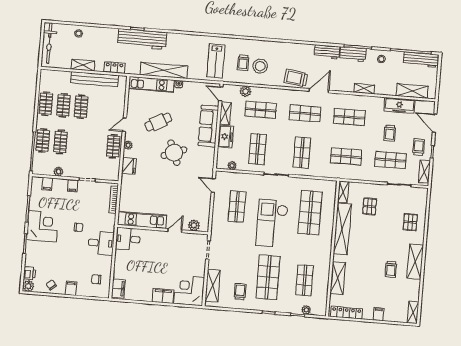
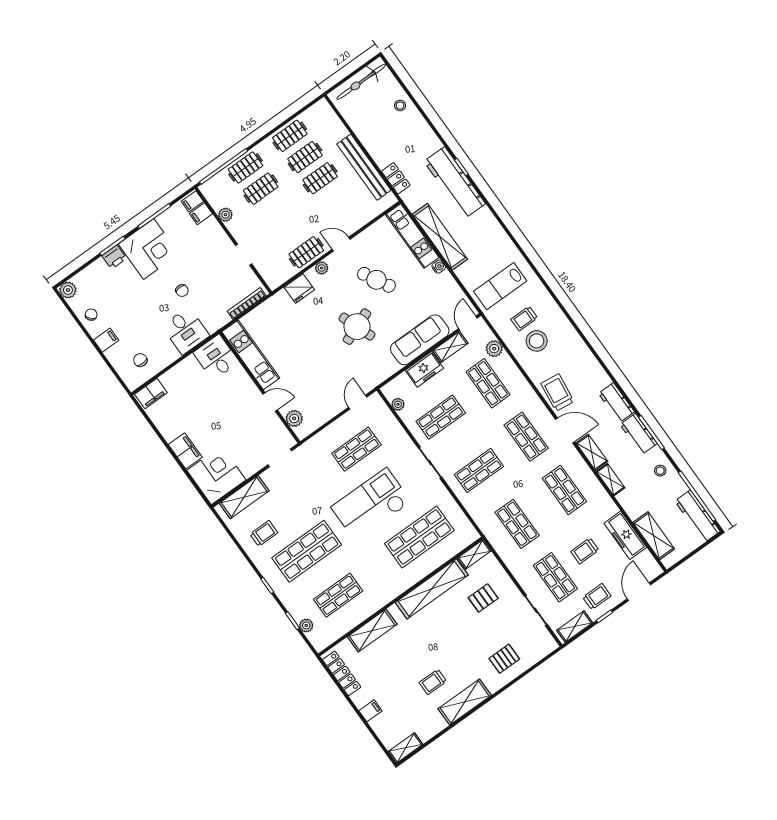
shelving: (83, 65) -> (592, 452), moved
filing cabinet: (73, 186) -> (192, 201), moved
printer: (29, 273) -> (114, 257), moved

